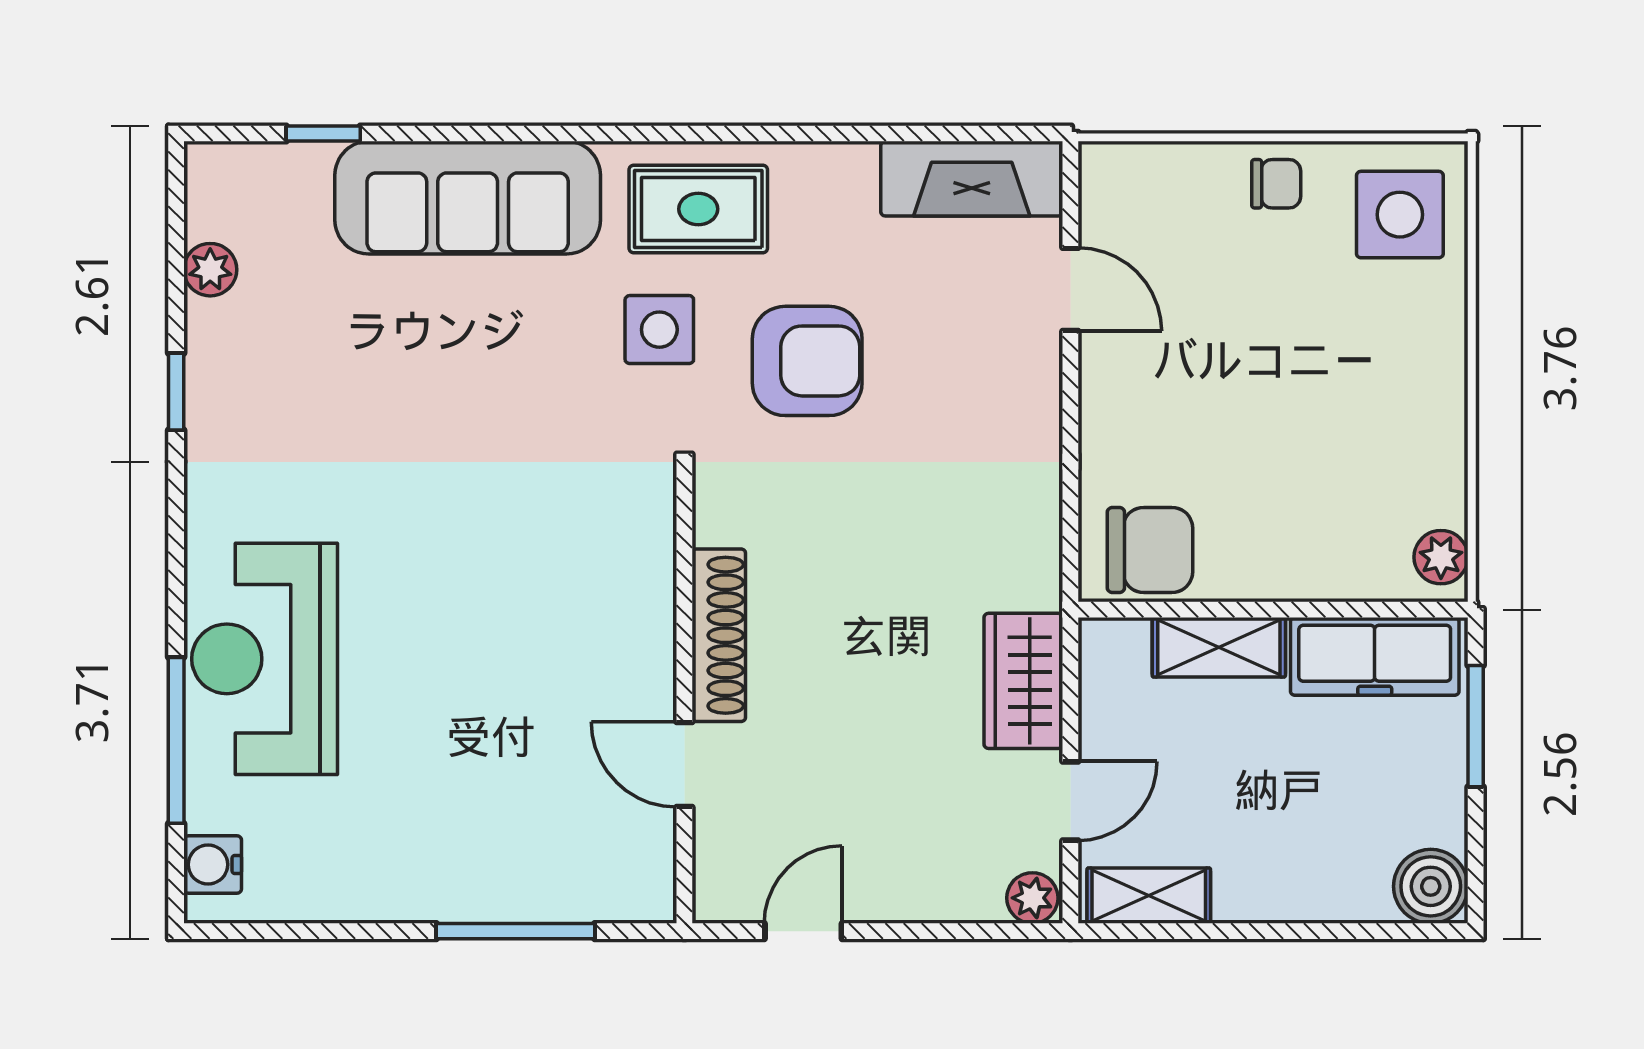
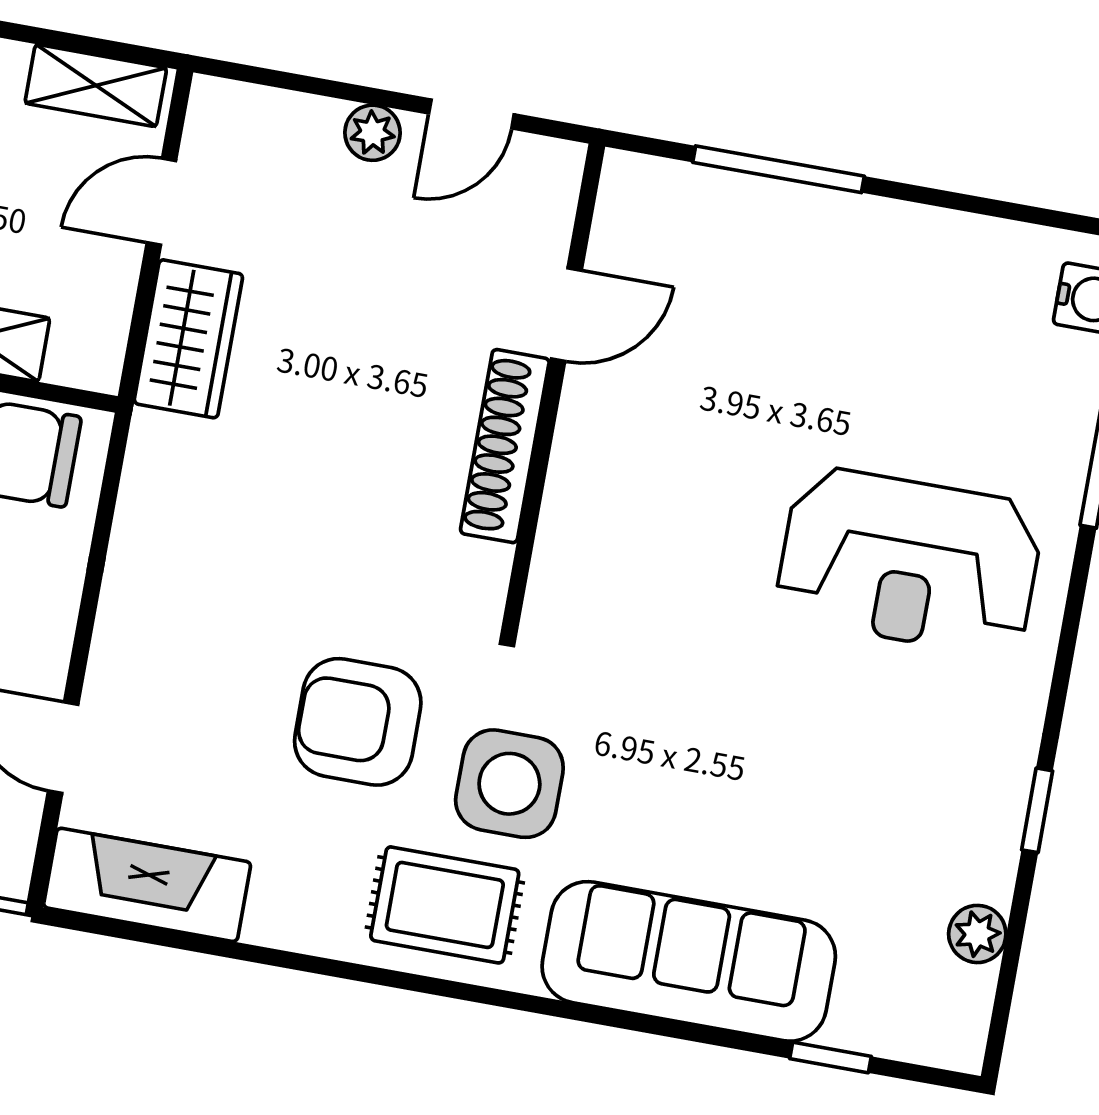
side table: (659, 330) -> (509, 784), width x1.37, depth x1.37
reception desk: (265, 659) -> (909, 561), moved, turned 90
door: (684, 765) -> (566, 315), hinge flipped
plant: (1032, 898) -> (373, 133), moved

